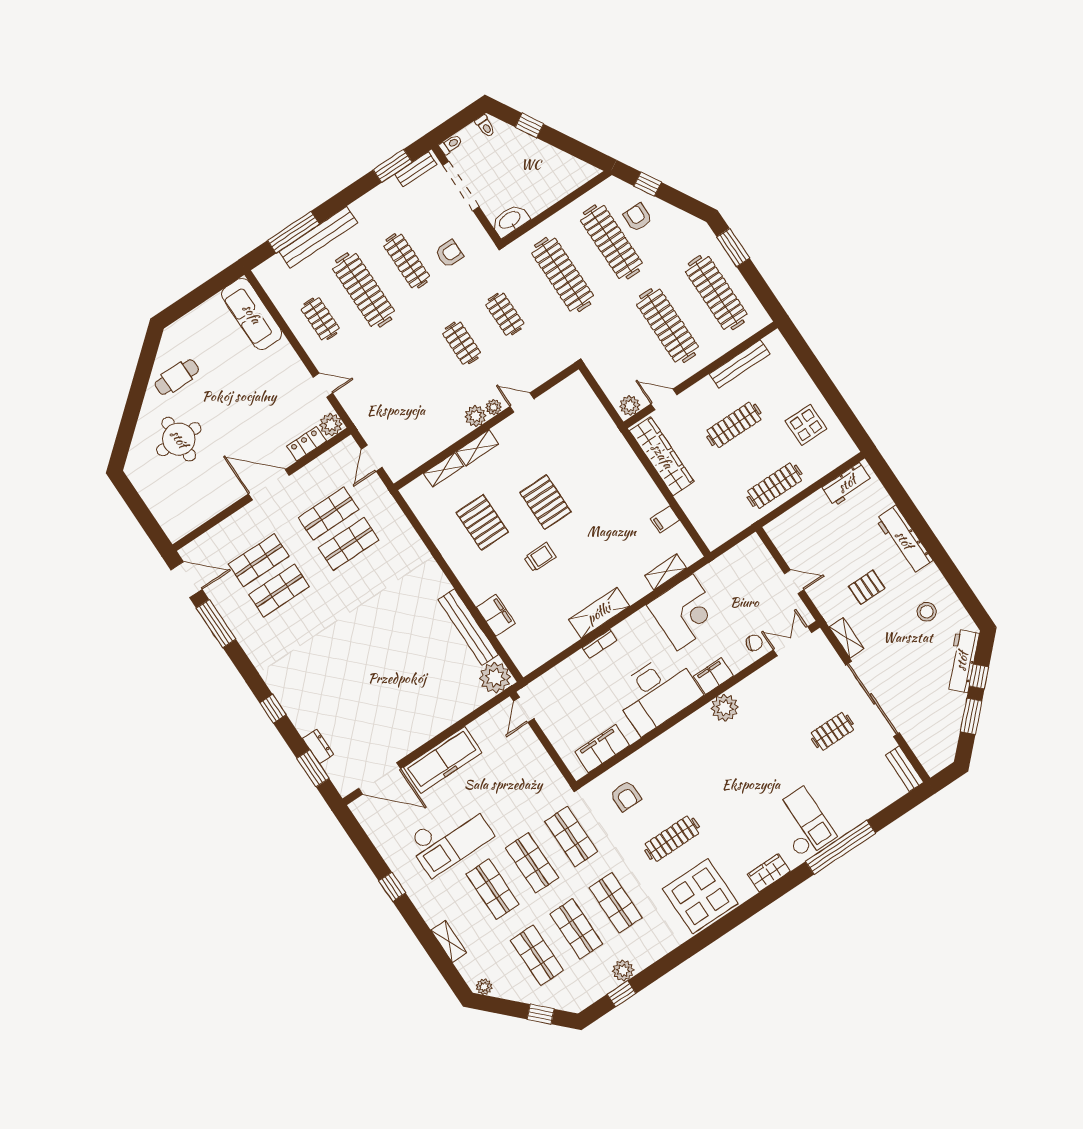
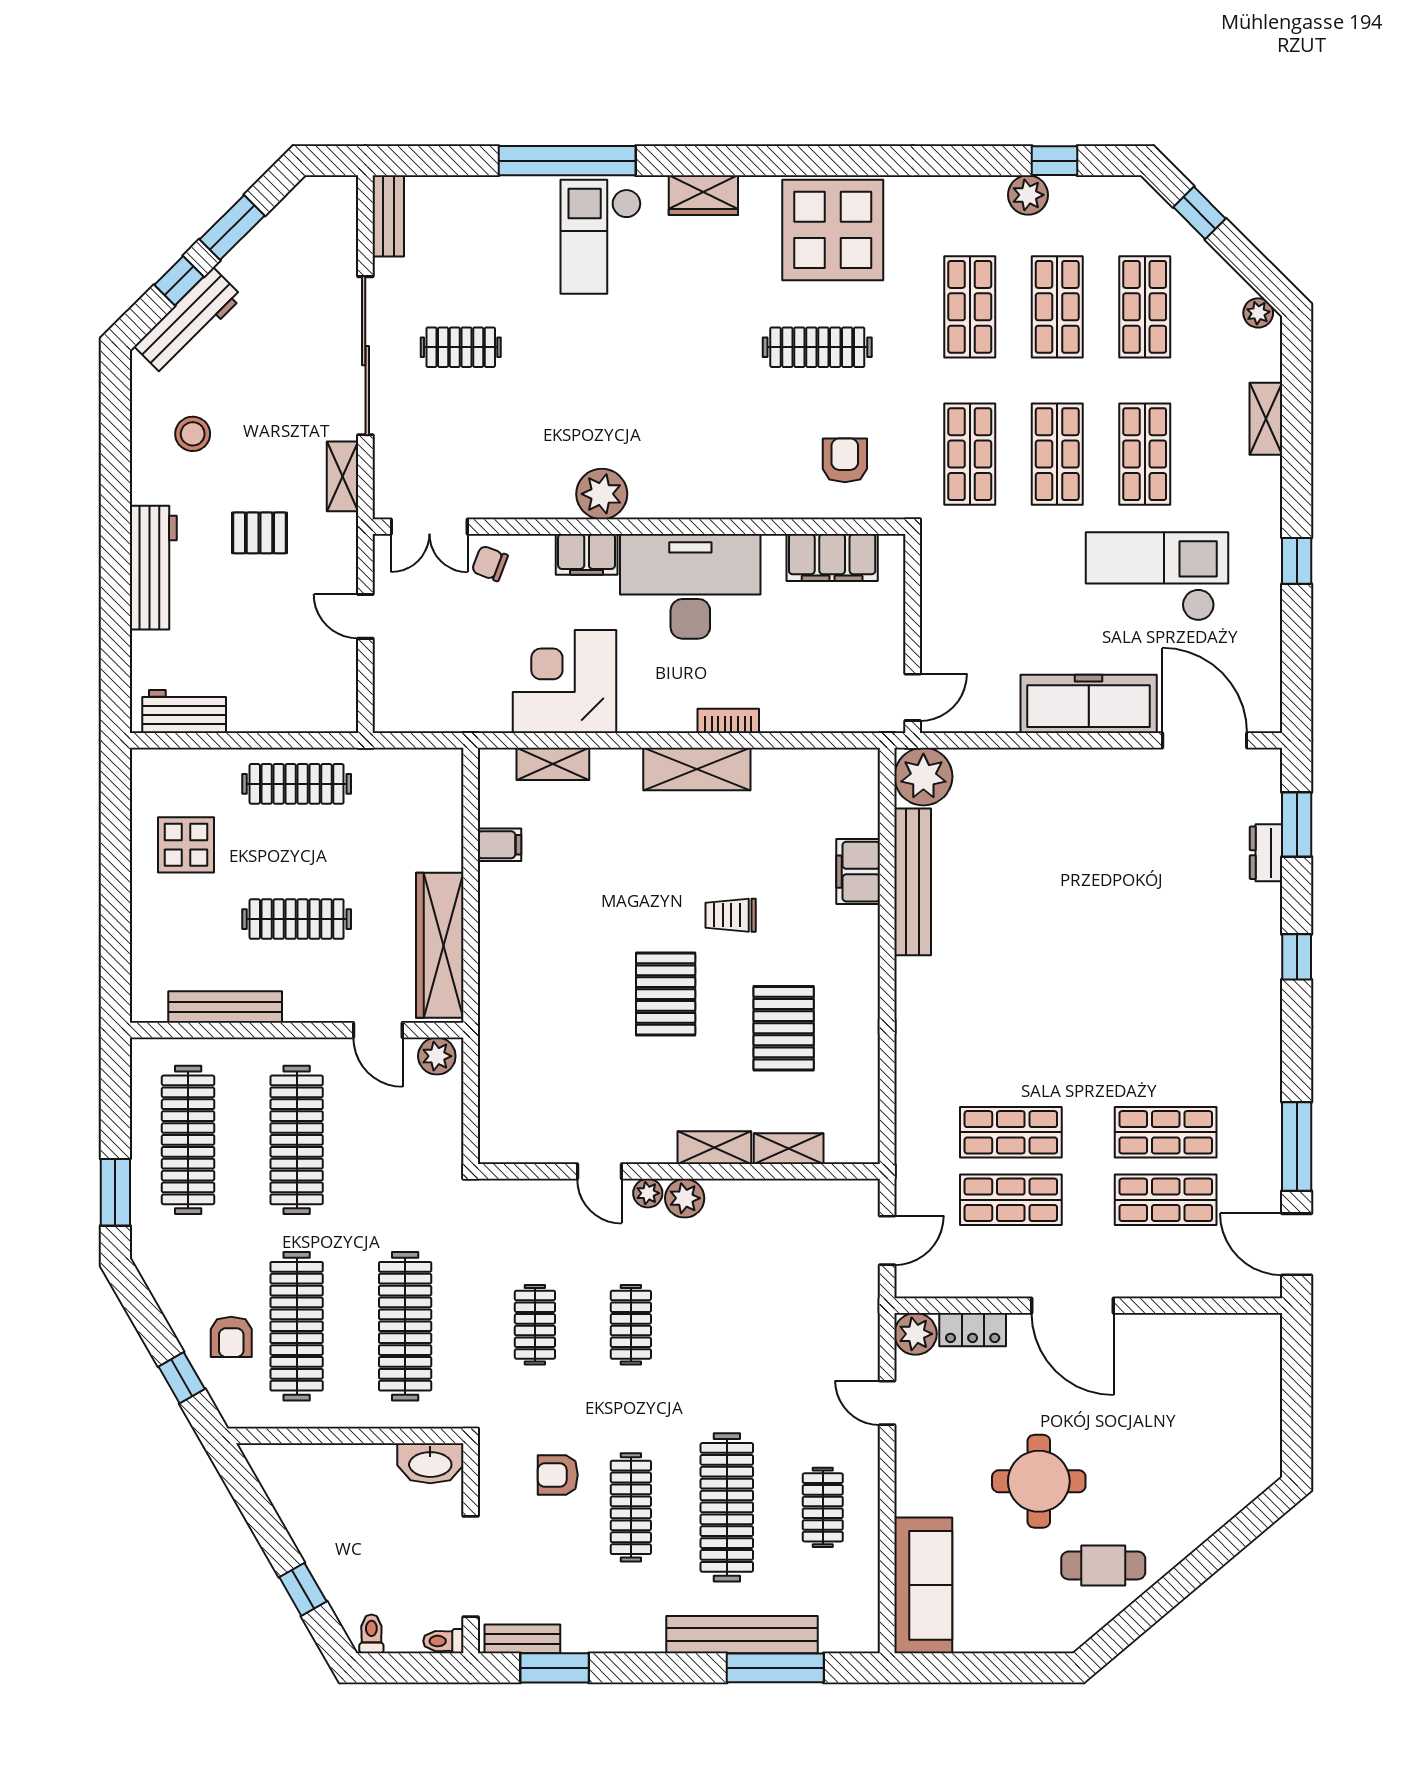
round table: (179, 439) -> (1039, 1481), moved

